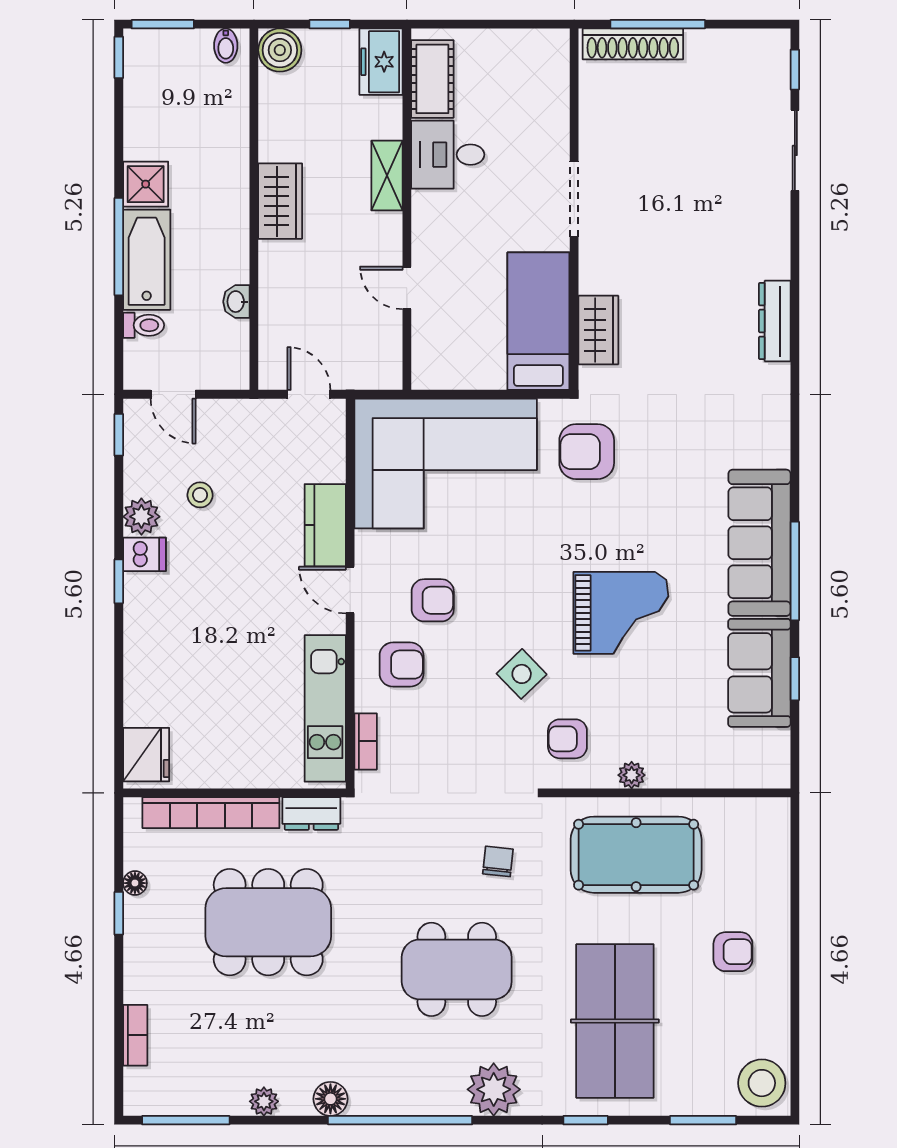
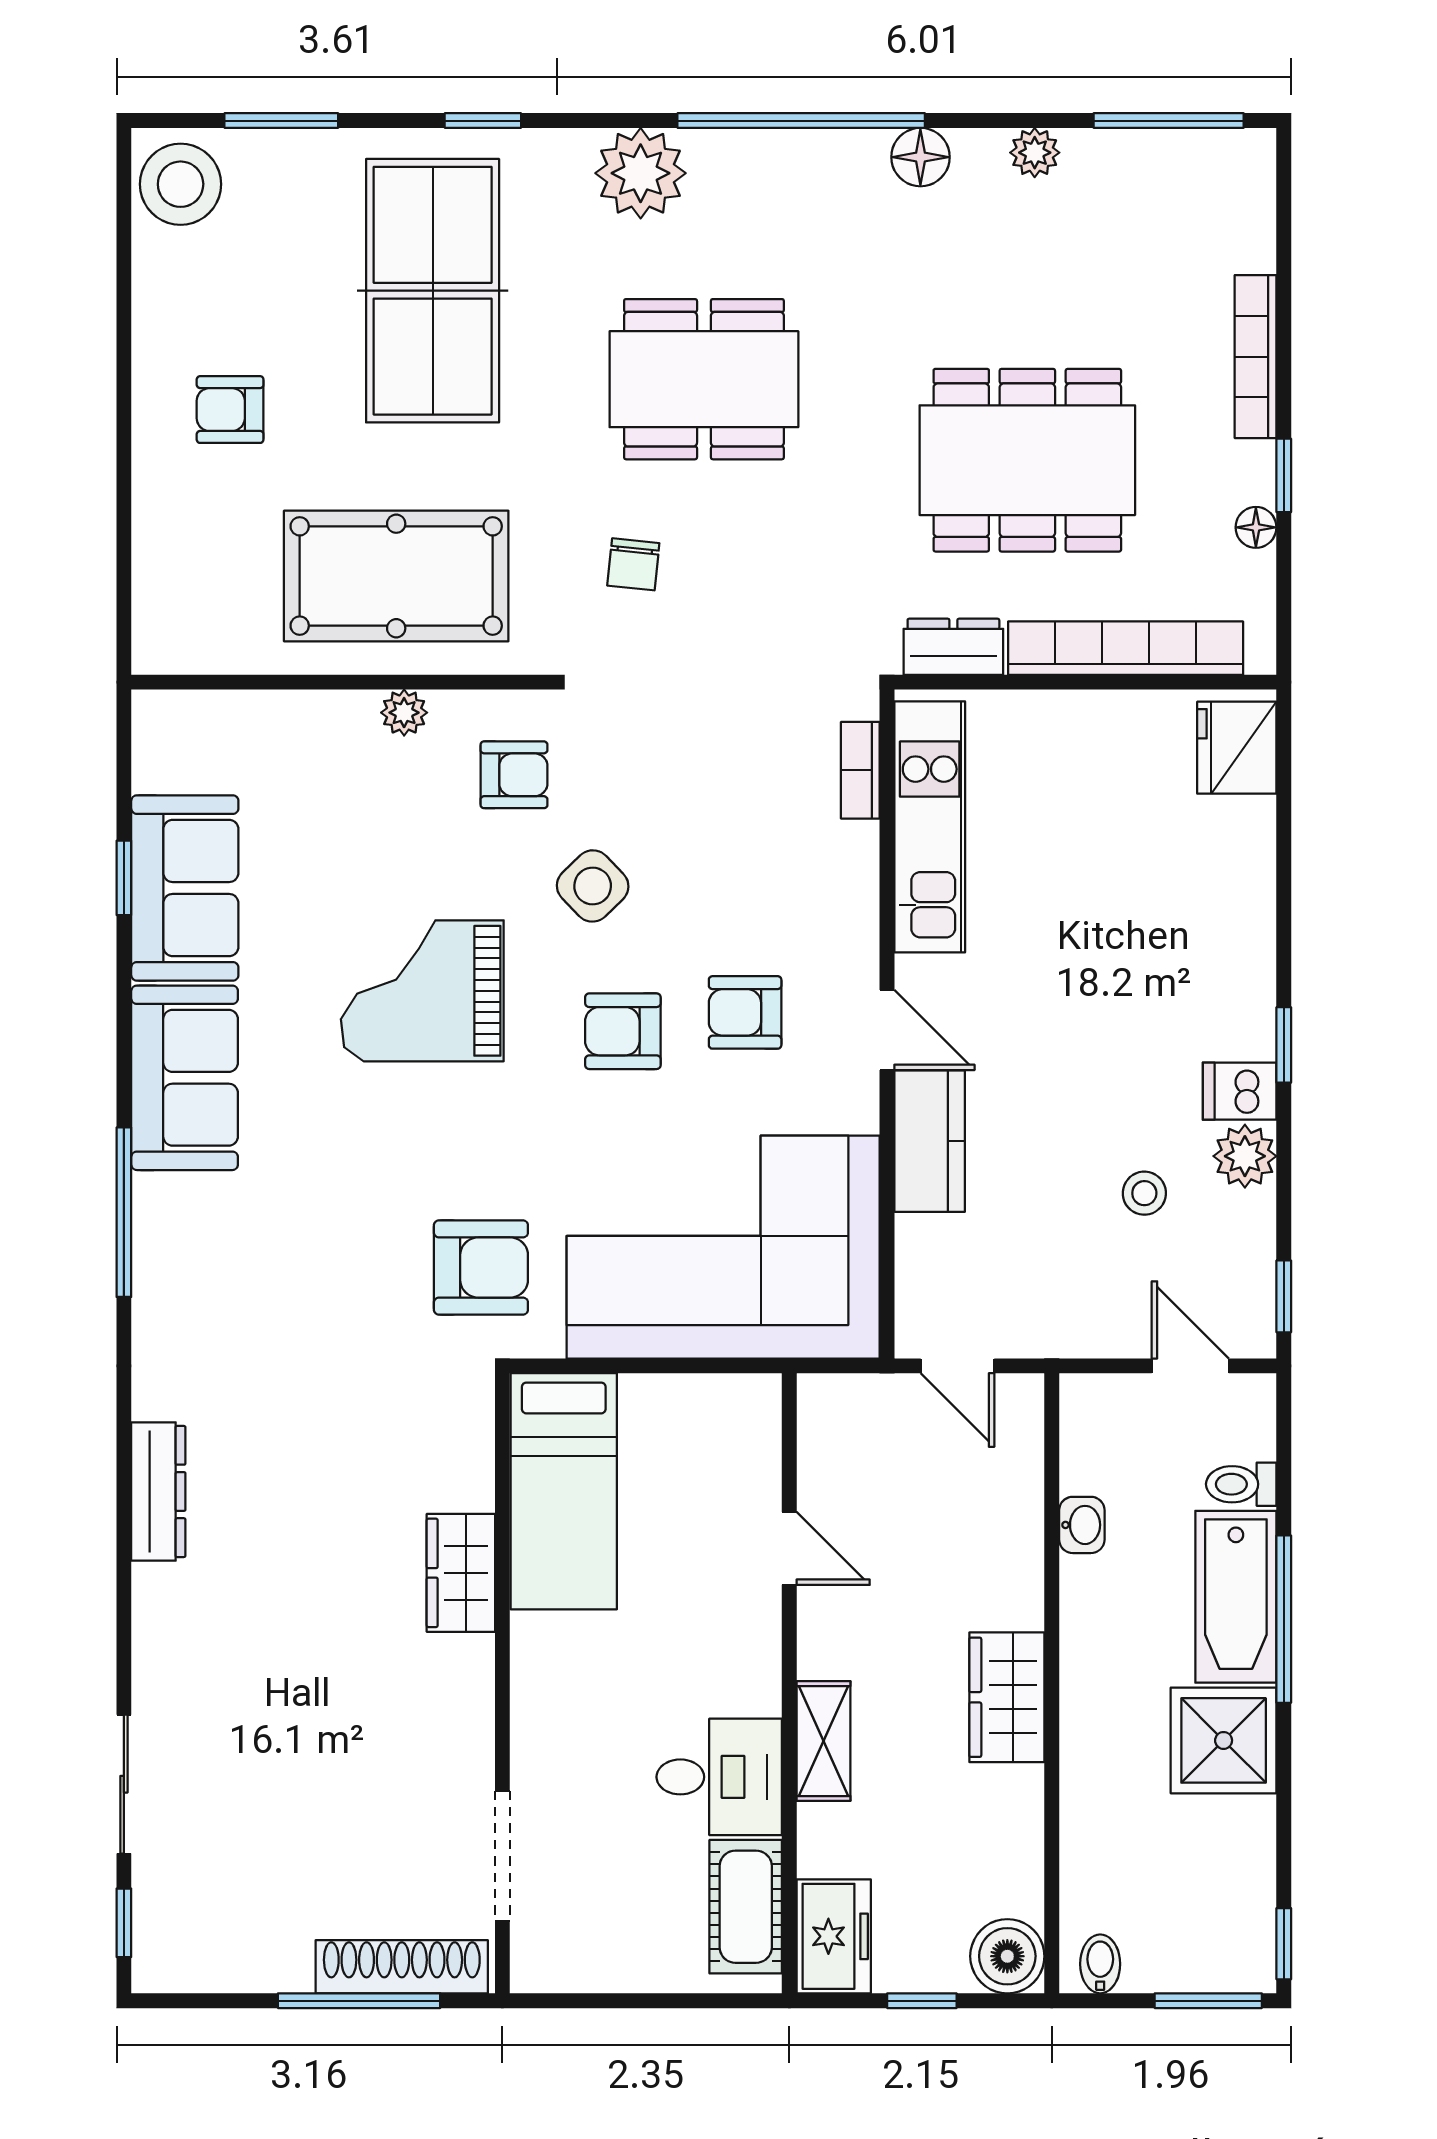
shower: (146, 184) -> (1224, 1740), width x1.36, depth x1.36
doorway: (574, 199) -> (502, 1856), moved
wardrobe: (598, 330) -> (461, 1573), moved
sofa: (759, 543) -> (185, 1078), width x0.73
window: (795, 571) -> (124, 1212), moved
armchair: (402, 665) -> (623, 1031), moved
bookcase: (135, 1035) -> (1256, 357), moved, width x1.56

